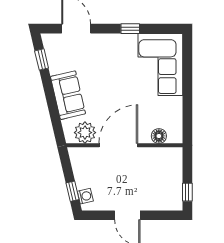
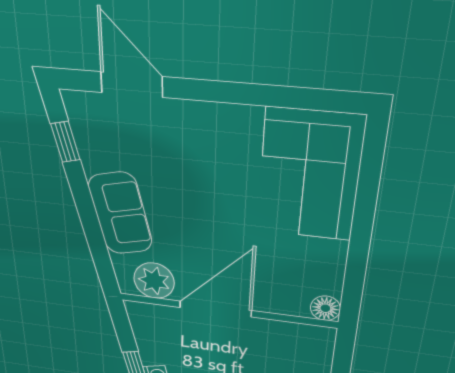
window: (130, 29) -> (249, 94), removed
floor lamp: (159, 136) -> (325, 308), moved

